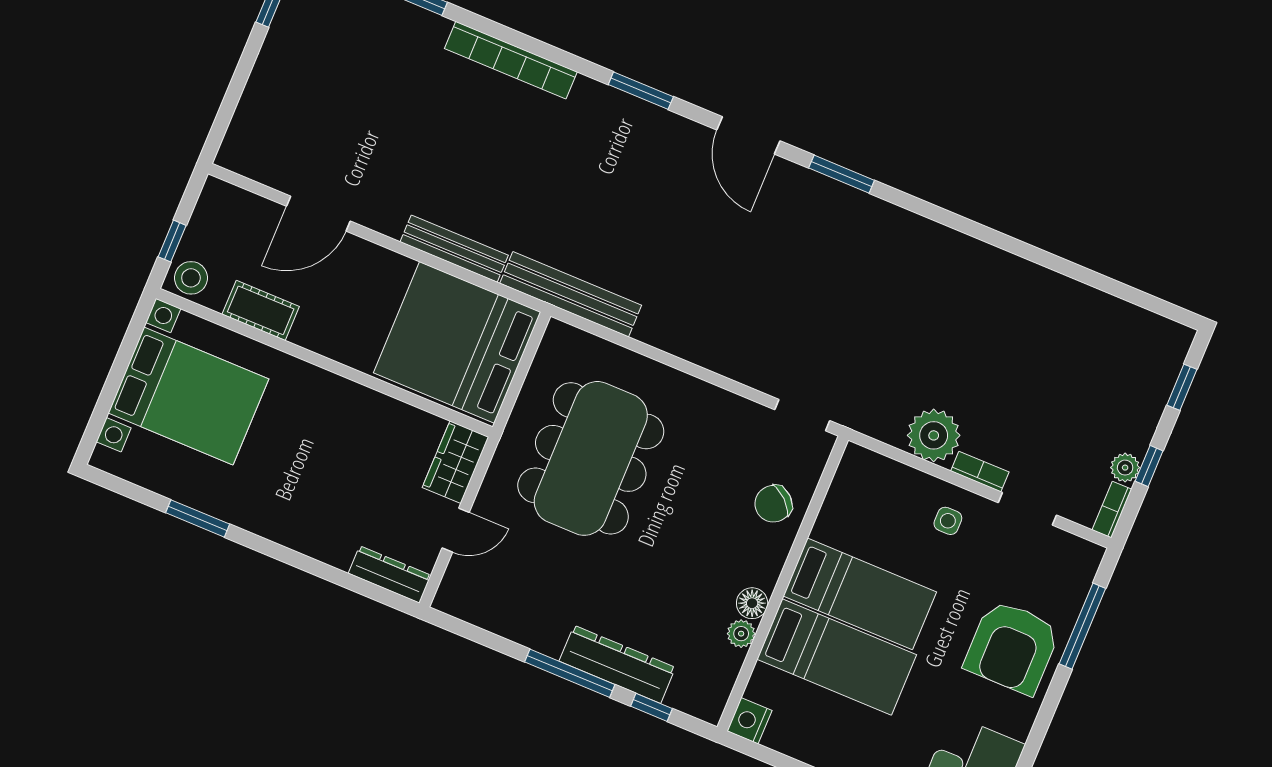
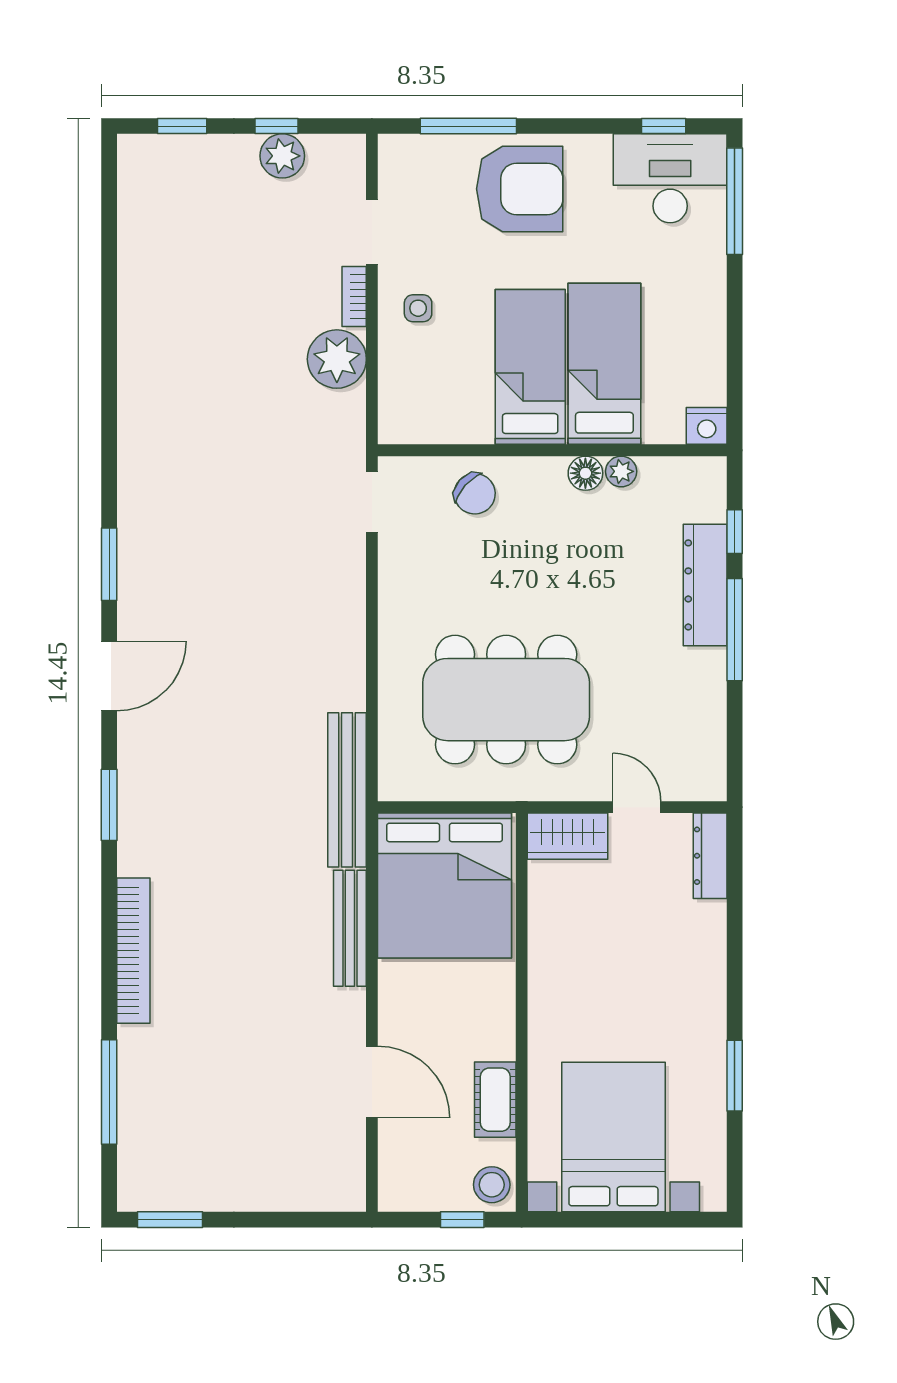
plant: (1125, 468) -> (282, 156), width x1.38, depth x1.38
bookcase: (1112, 510) -> (337, 145), removed

